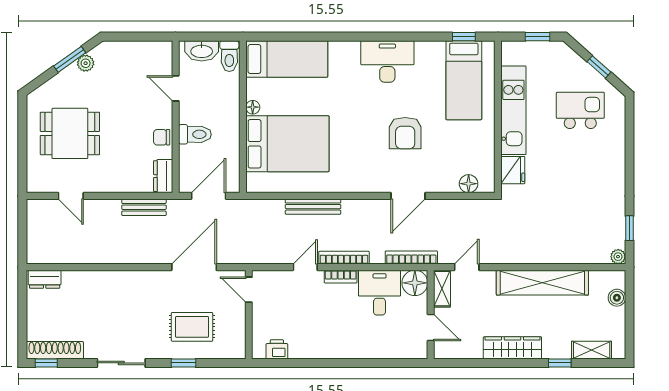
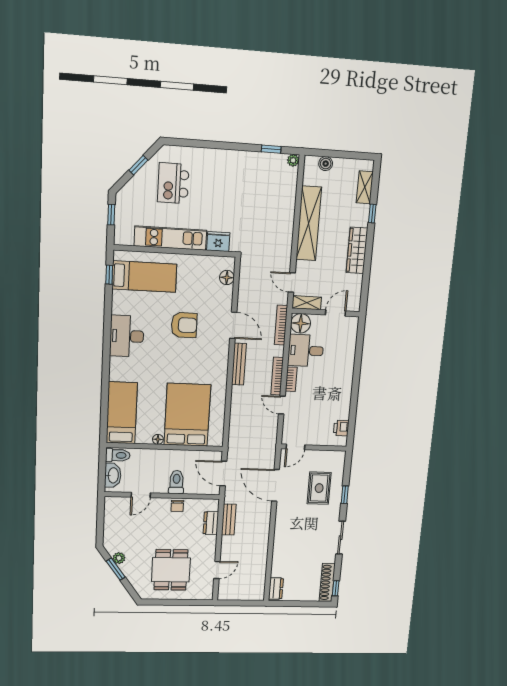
dresser: (163, 176) -> (211, 523), moved, turned 90
bench: (313, 207) -> (239, 364), moved

